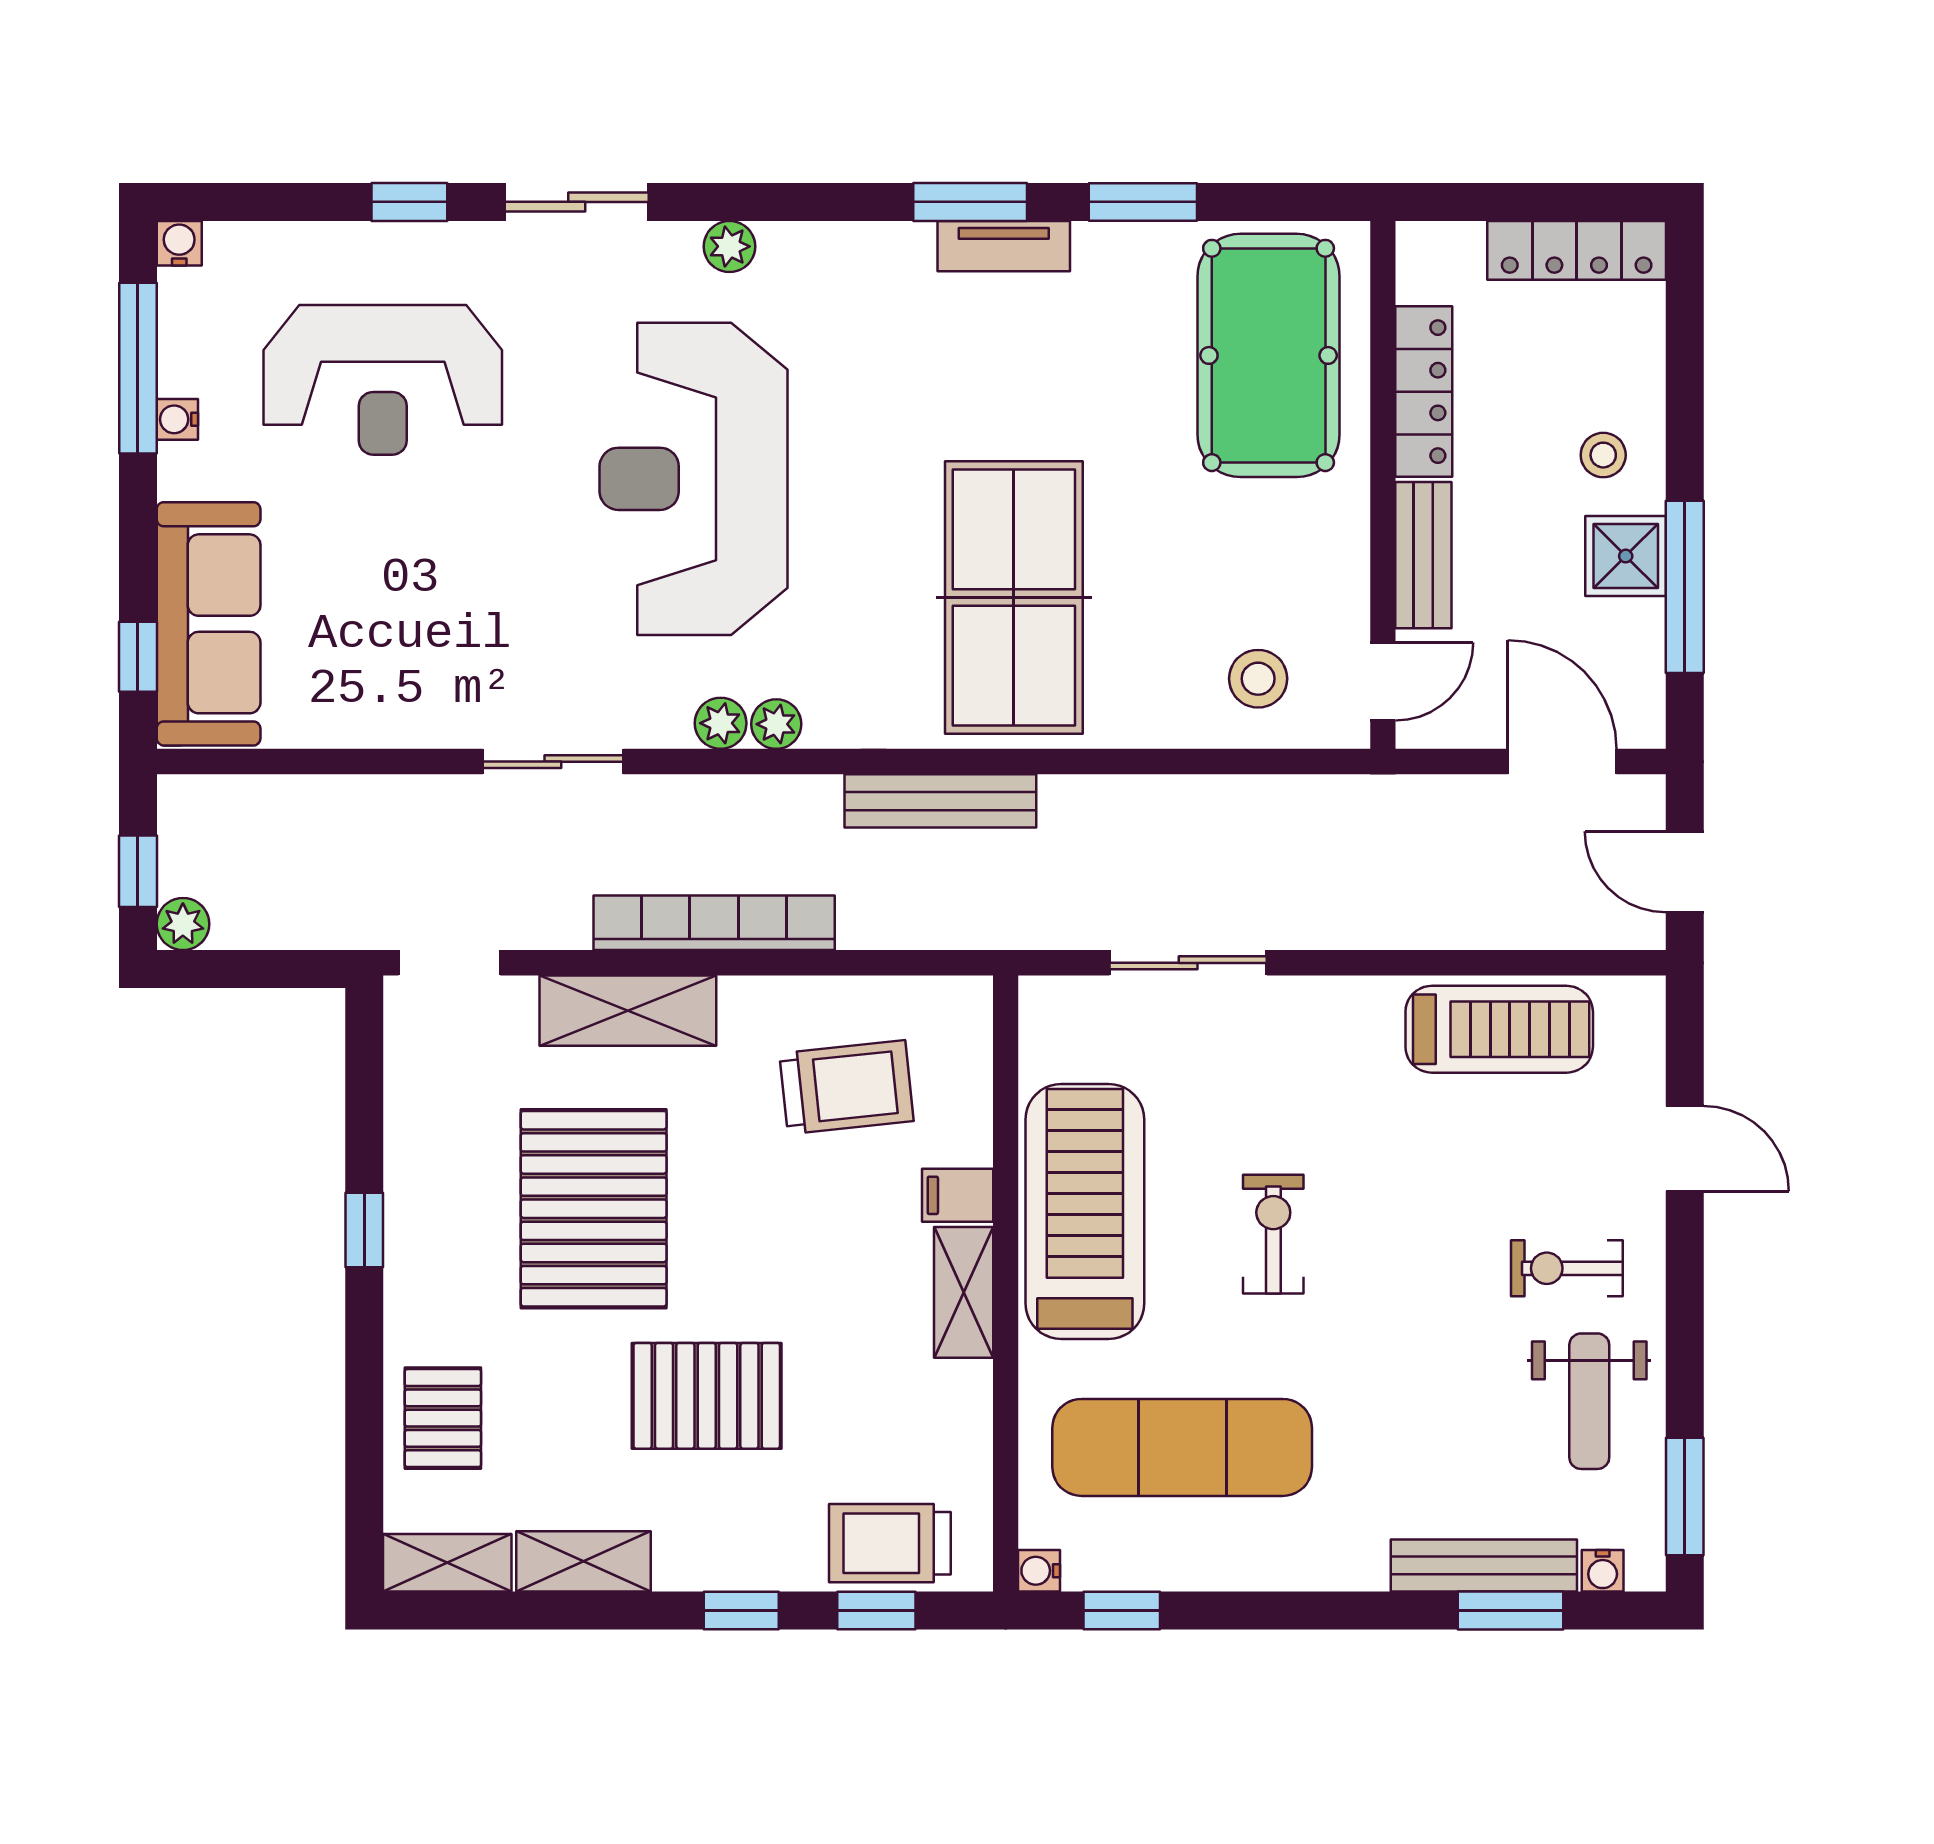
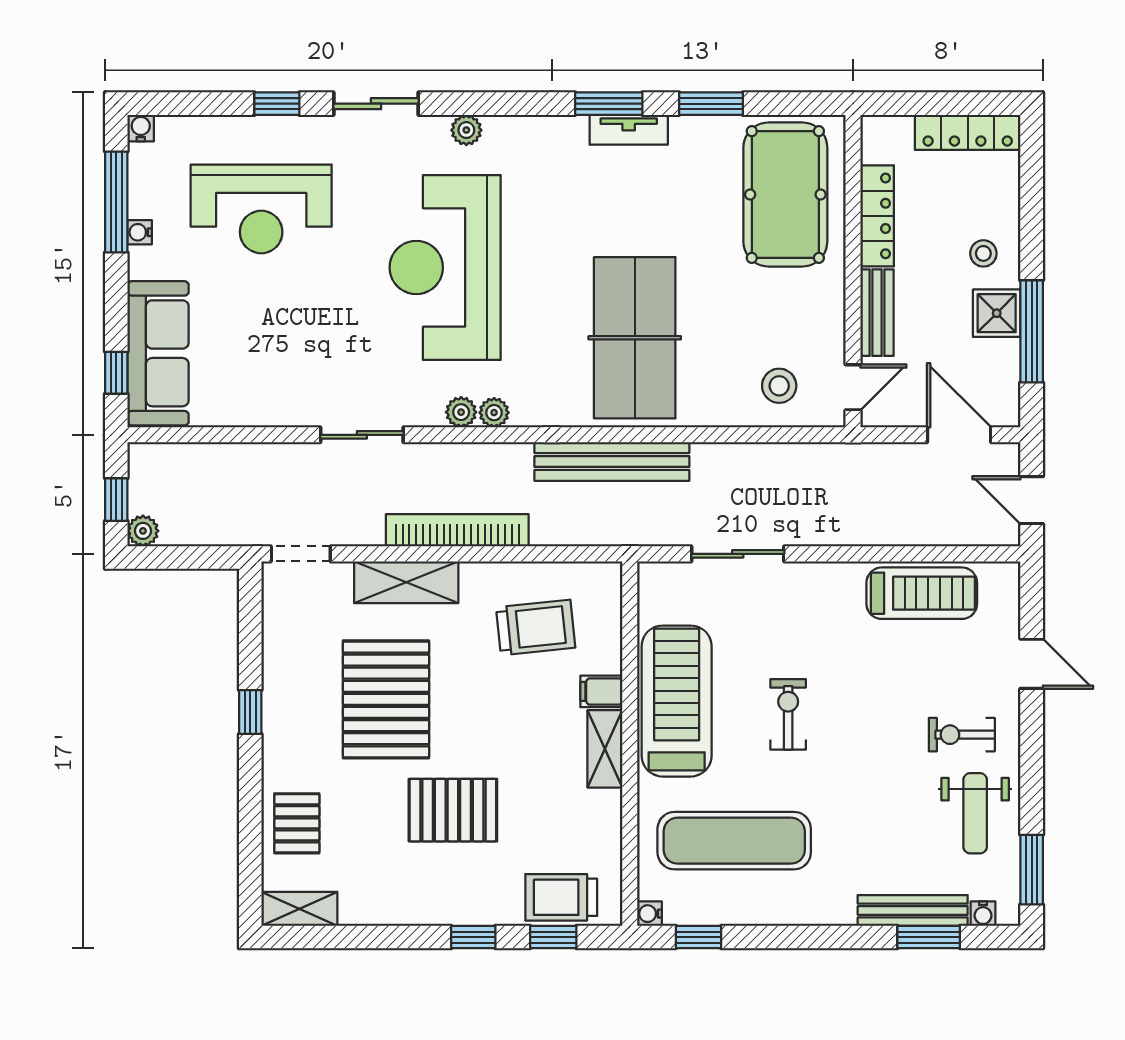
bench: (940, 801) -> (612, 461), width x1.37, depth x1.21
shelving: (583, 1561) -> (380, 908), removed

